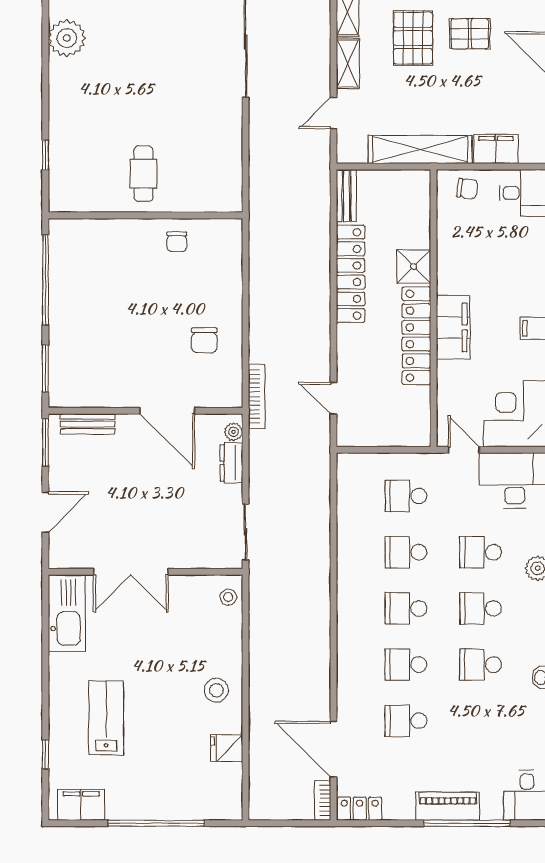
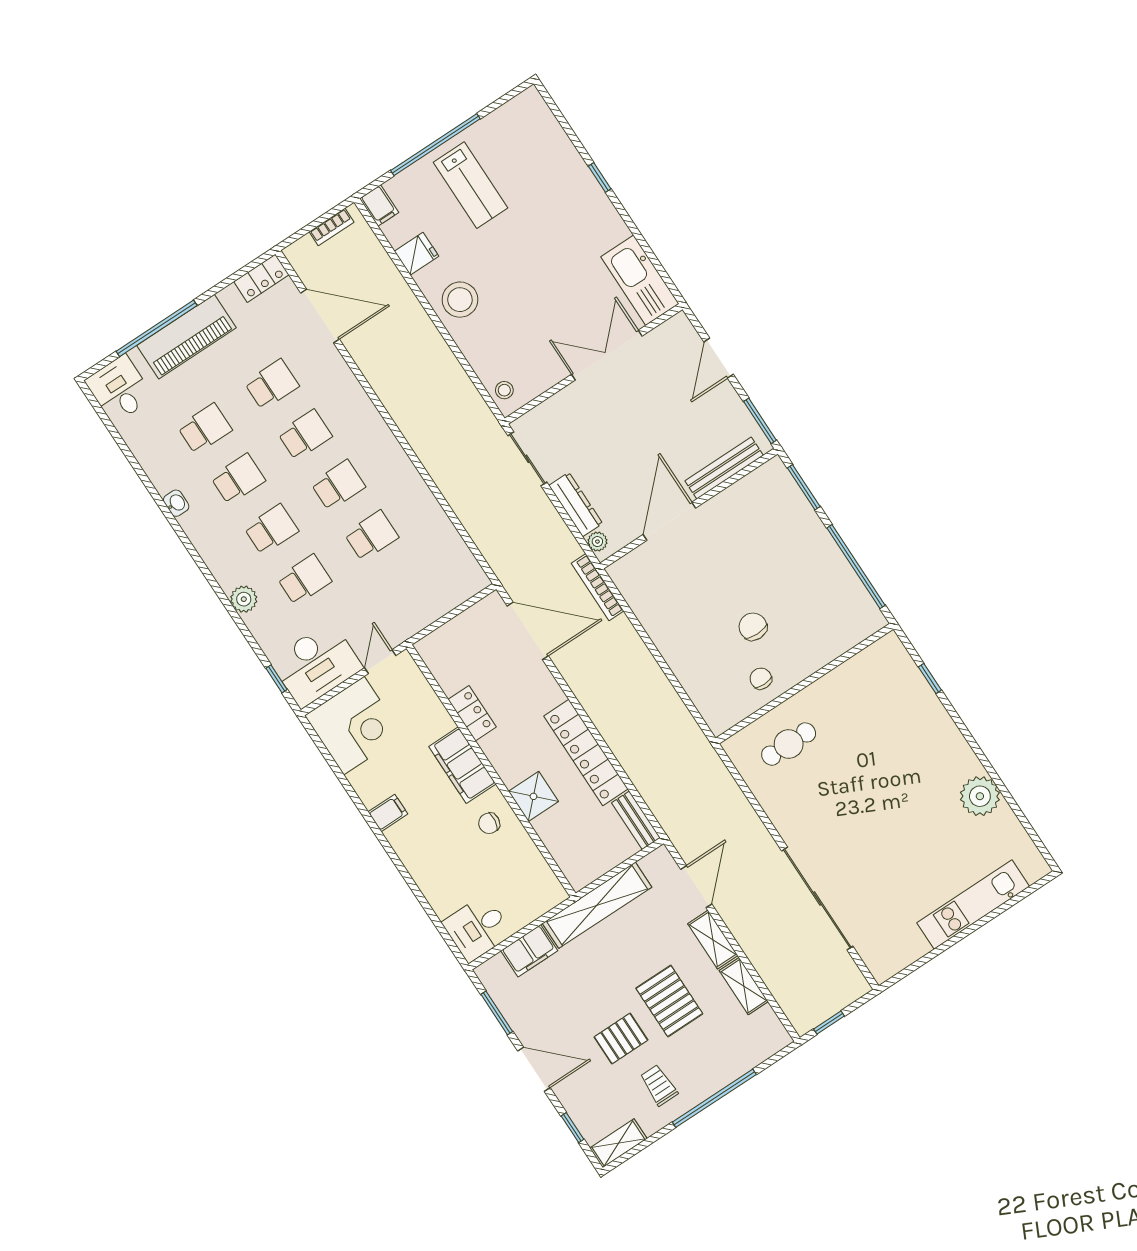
door: (333, 113) -> (696, 887), width x1.38
cafe table: (143, 174) -> (789, 744), moved, turned 90
chair: (467, 189) -> (489, 823), moved
locker: (416, 336) -> (472, 713), width x0.46, depth x0.83
chair: (204, 340) -> (753, 627), moved
door: (333, 398) -> (528, 631), width x1.88
door: (167, 411) -> (669, 521), hinge flipped
bench: (88, 424) -> (724, 468), width x1.36
door: (464, 450) -> (380, 662), swing flipped
dresser: (231, 463) -> (576, 505), width x1.44
school desk: (406, 496) -> (205, 429), moved
stool: (216, 690) -> (460, 300), width x1.38, depth x1.38
lab bench: (106, 718) -> (471, 185), moved
window: (45, 754) -> (600, 178), moved
bookcase: (323, 800) -> (332, 227), moved, turned 90
filing cabinet: (81, 805) -> (379, 205), moved, width x0.50
piano: (448, 806) -> (187, 337), width x1.37, depth x1.33

